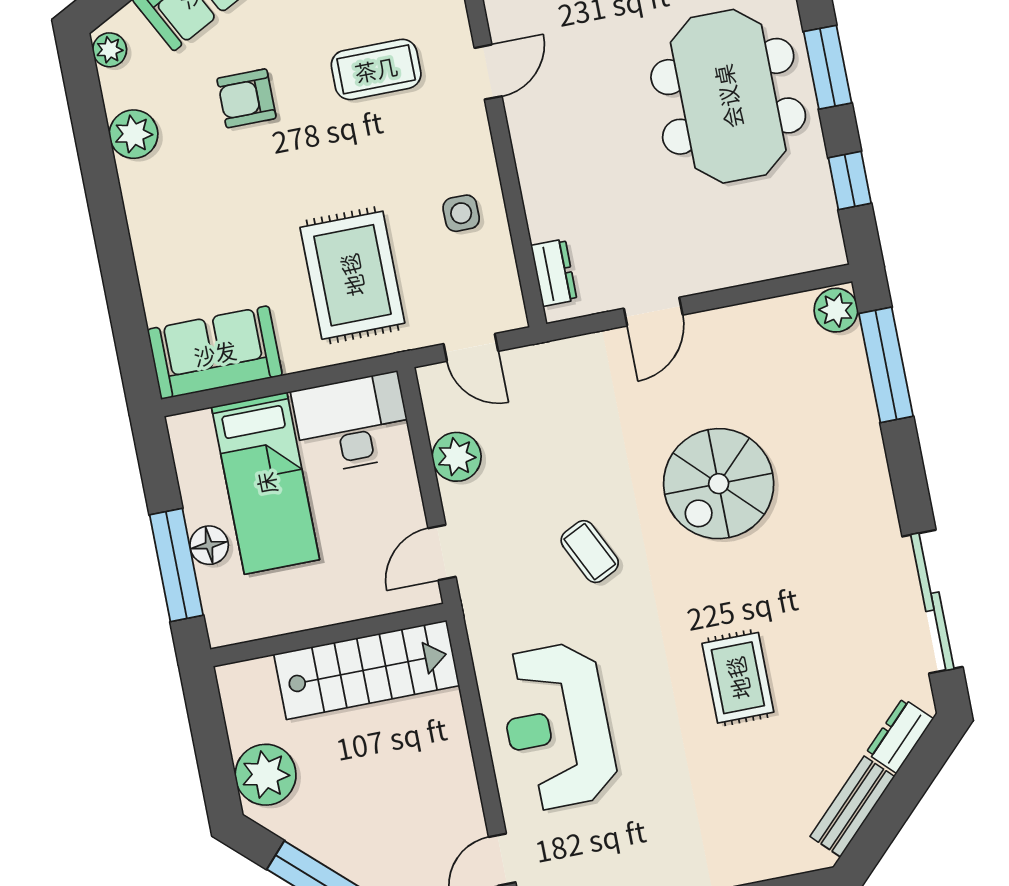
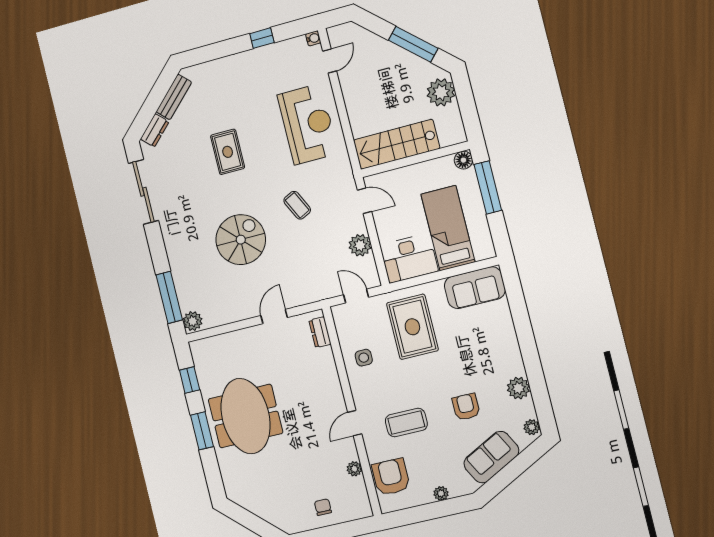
armchair: (246, 98) -> (466, 407), turned -90
floor lamp: (209, 545) -> (463, 160), moved
door: (442, 553) -> (364, 201), hinge flipped

